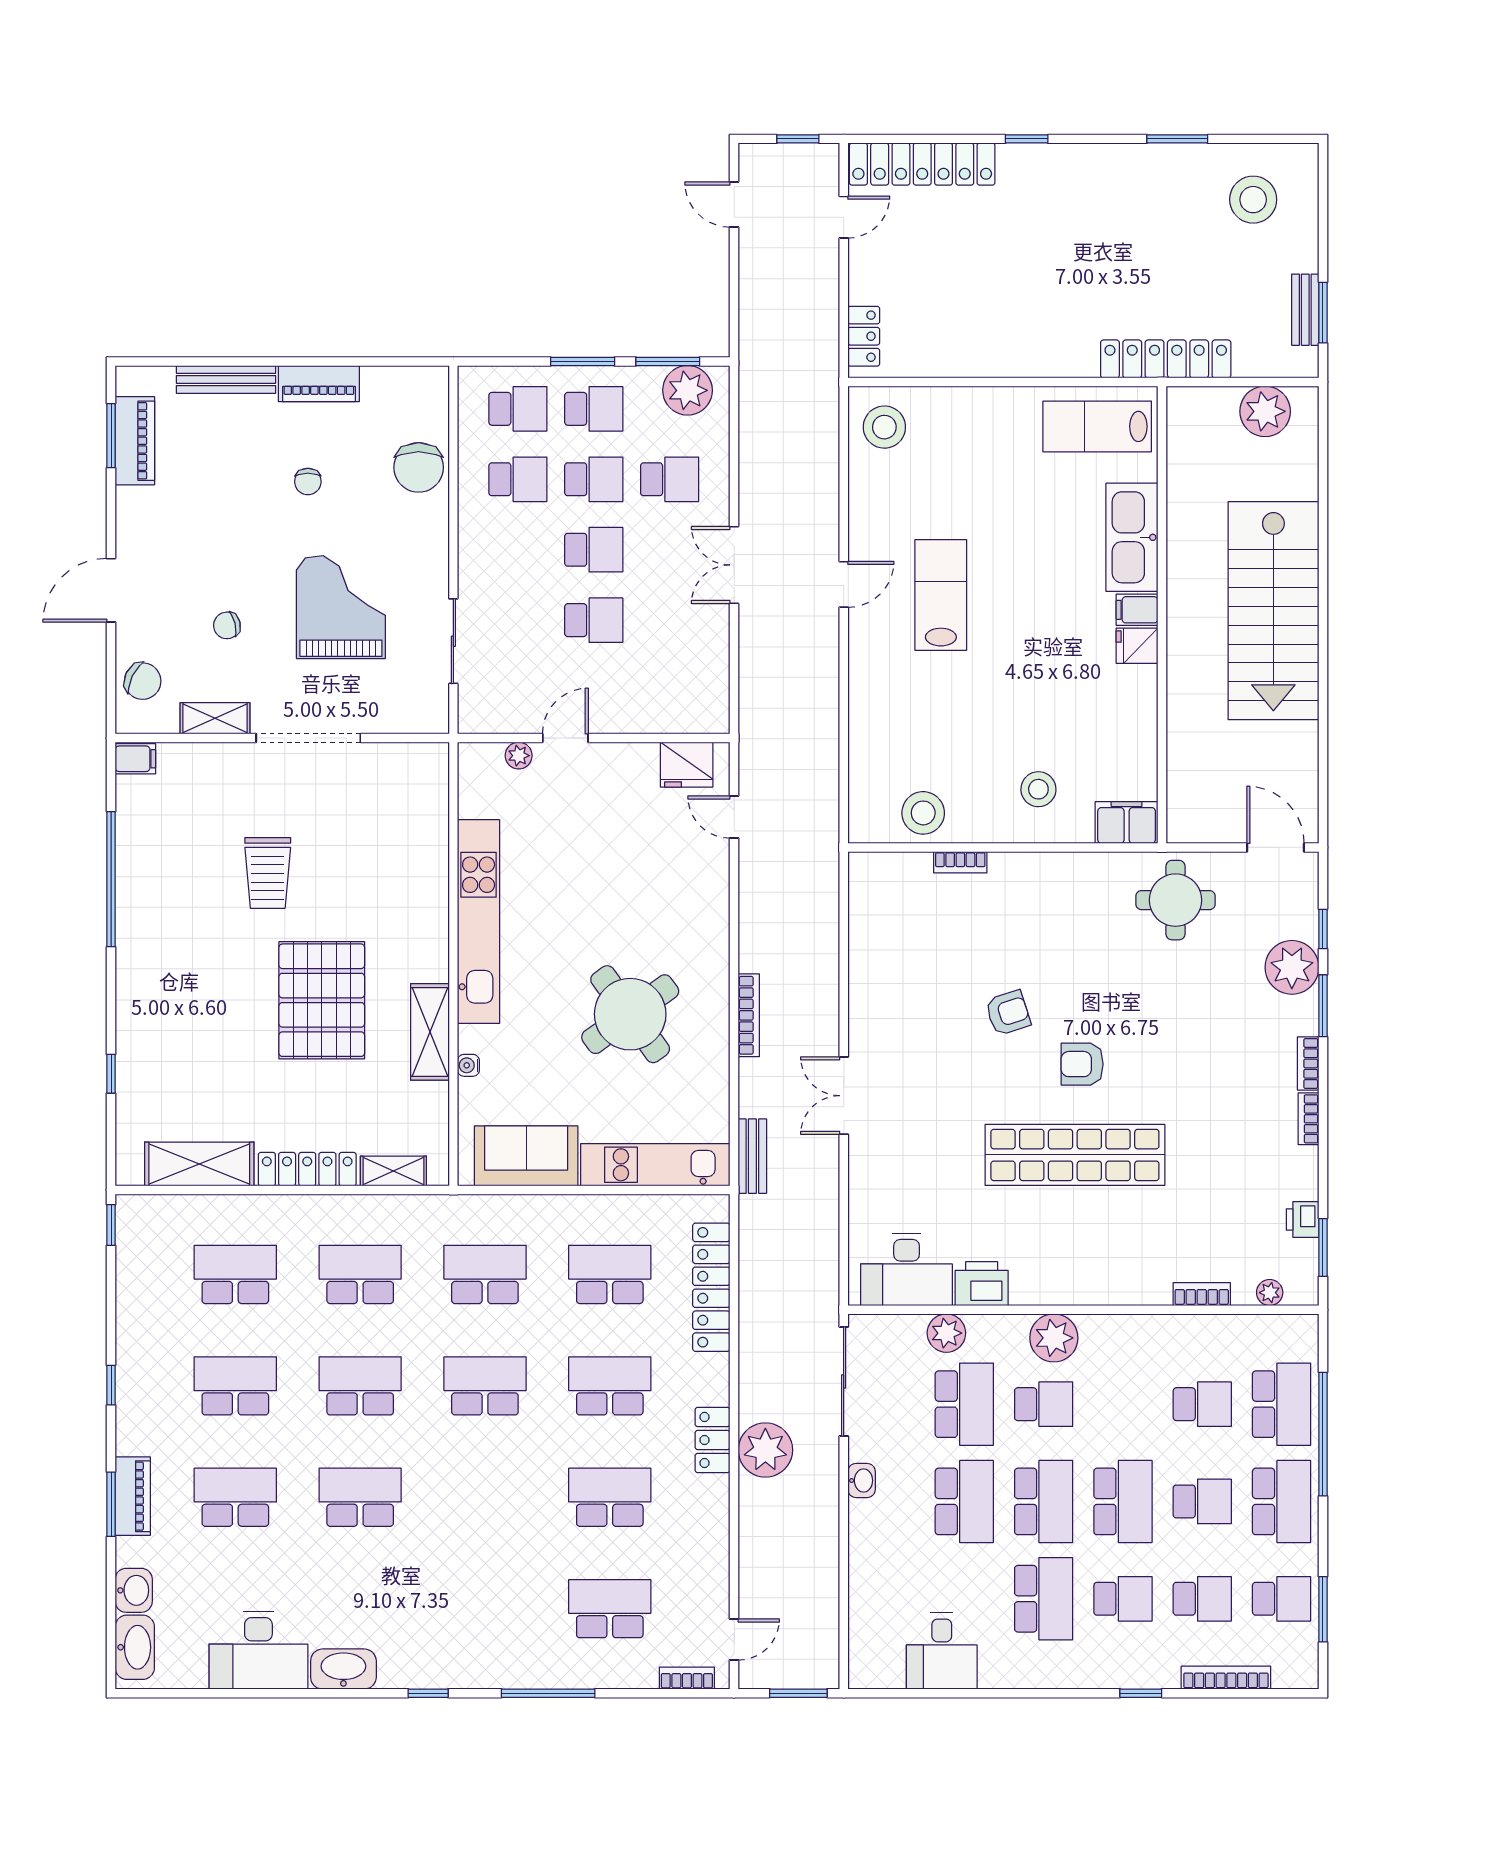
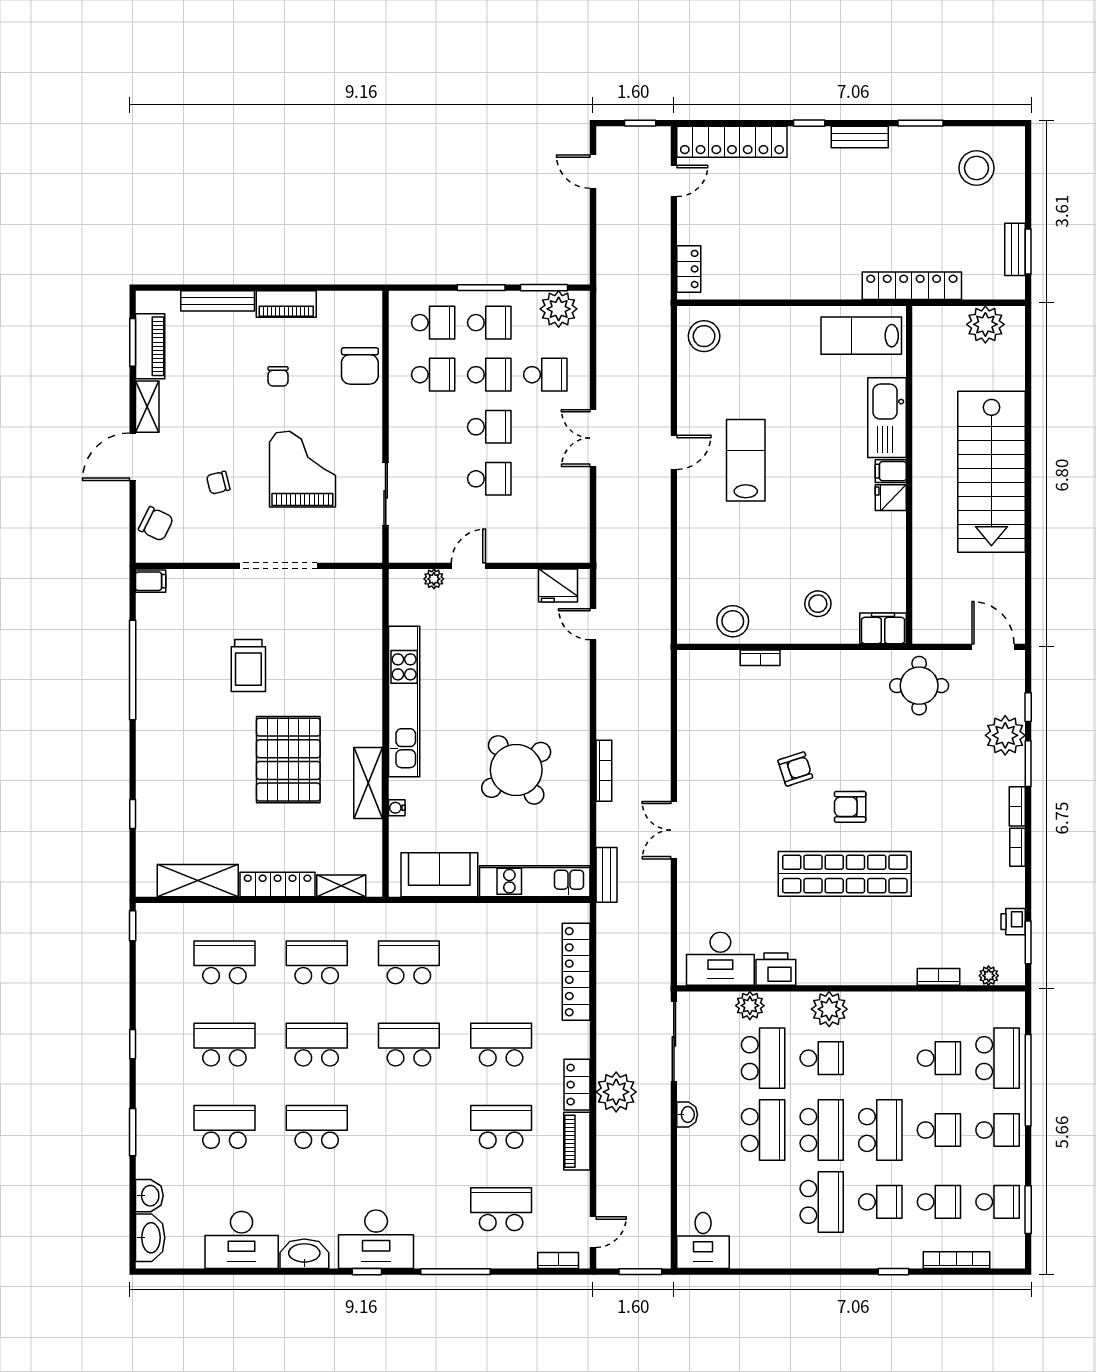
bench: (1095, 158) -> (860, 137), added
shelving: (215, 718) -> (147, 407), moved, turned 90
school desk: (610, 1274) -> (501, 962), removed
piano: (133, 1496) -> (577, 1141), moved, turned 180
school desk: (1282, 1501) -> (998, 1130), width x0.54
desk: (441, 1649) -> (376, 1239), added
desk: (942, 1651) -> (703, 1240), moved

